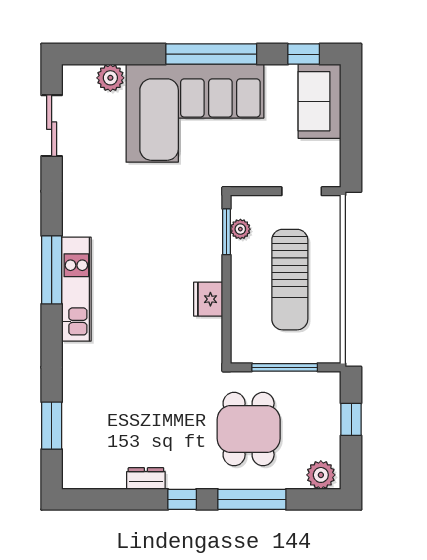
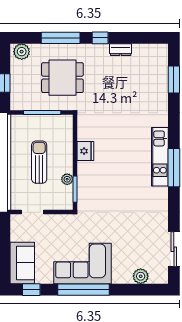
corner sofa: (195, 113) -> (82, 264), width x0.73, depth x0.74
plant: (240, 229) -> (67, 179), moved
sun lounger: (290, 280) -> (39, 162), width x0.73, depth x0.75
dining table: (249, 429) -> (62, 78), turned 90

